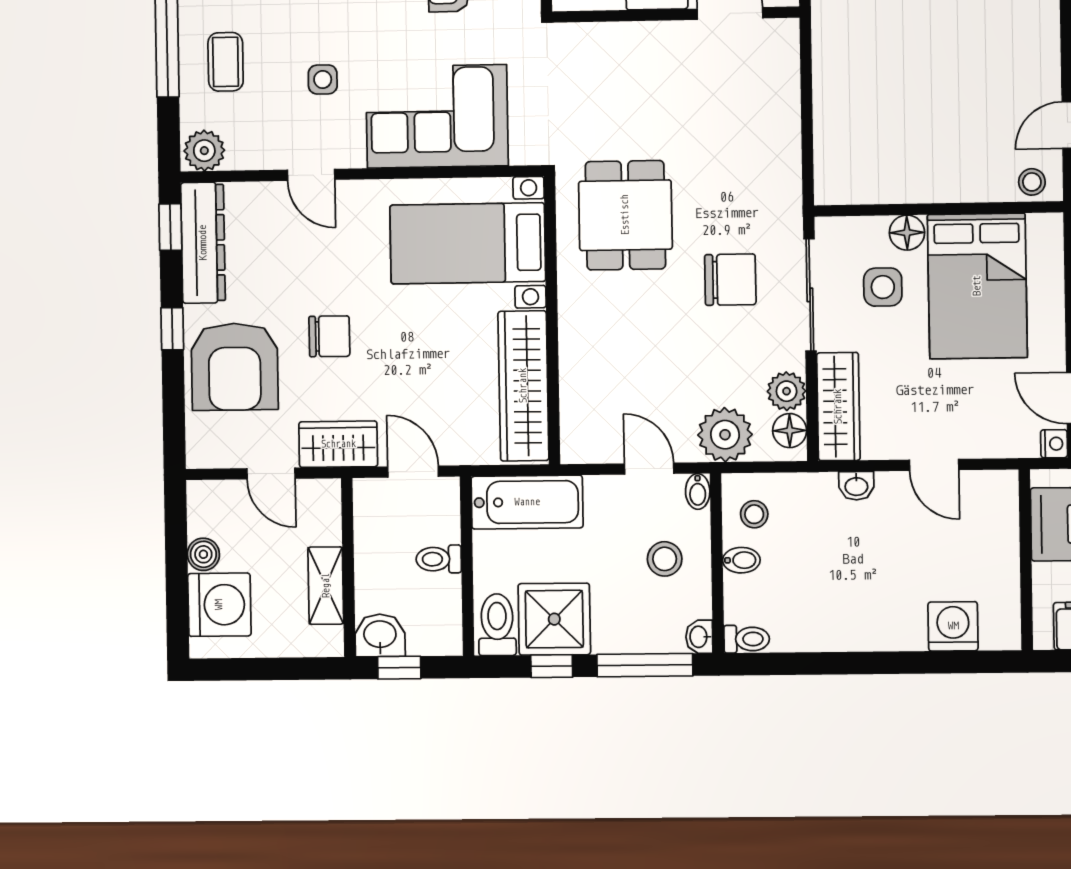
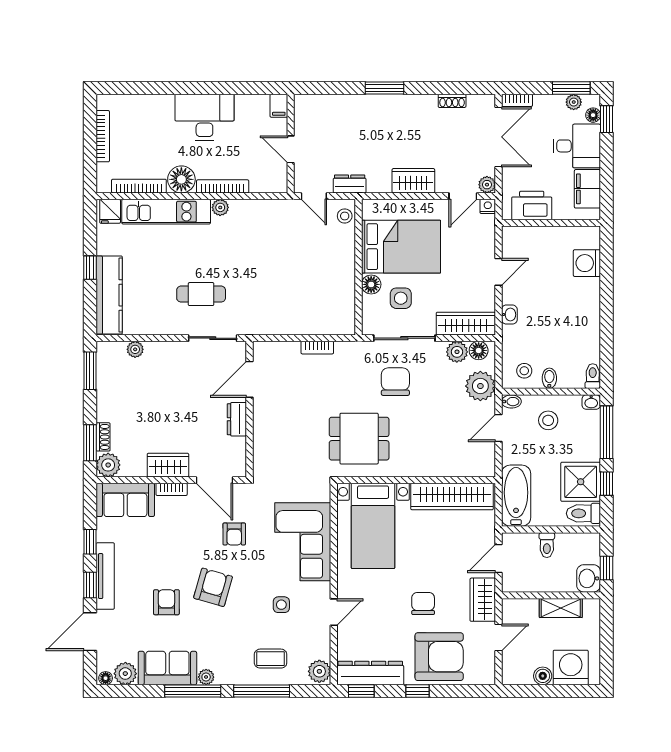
bookcase: (790, 136) -> (317, 348), added

